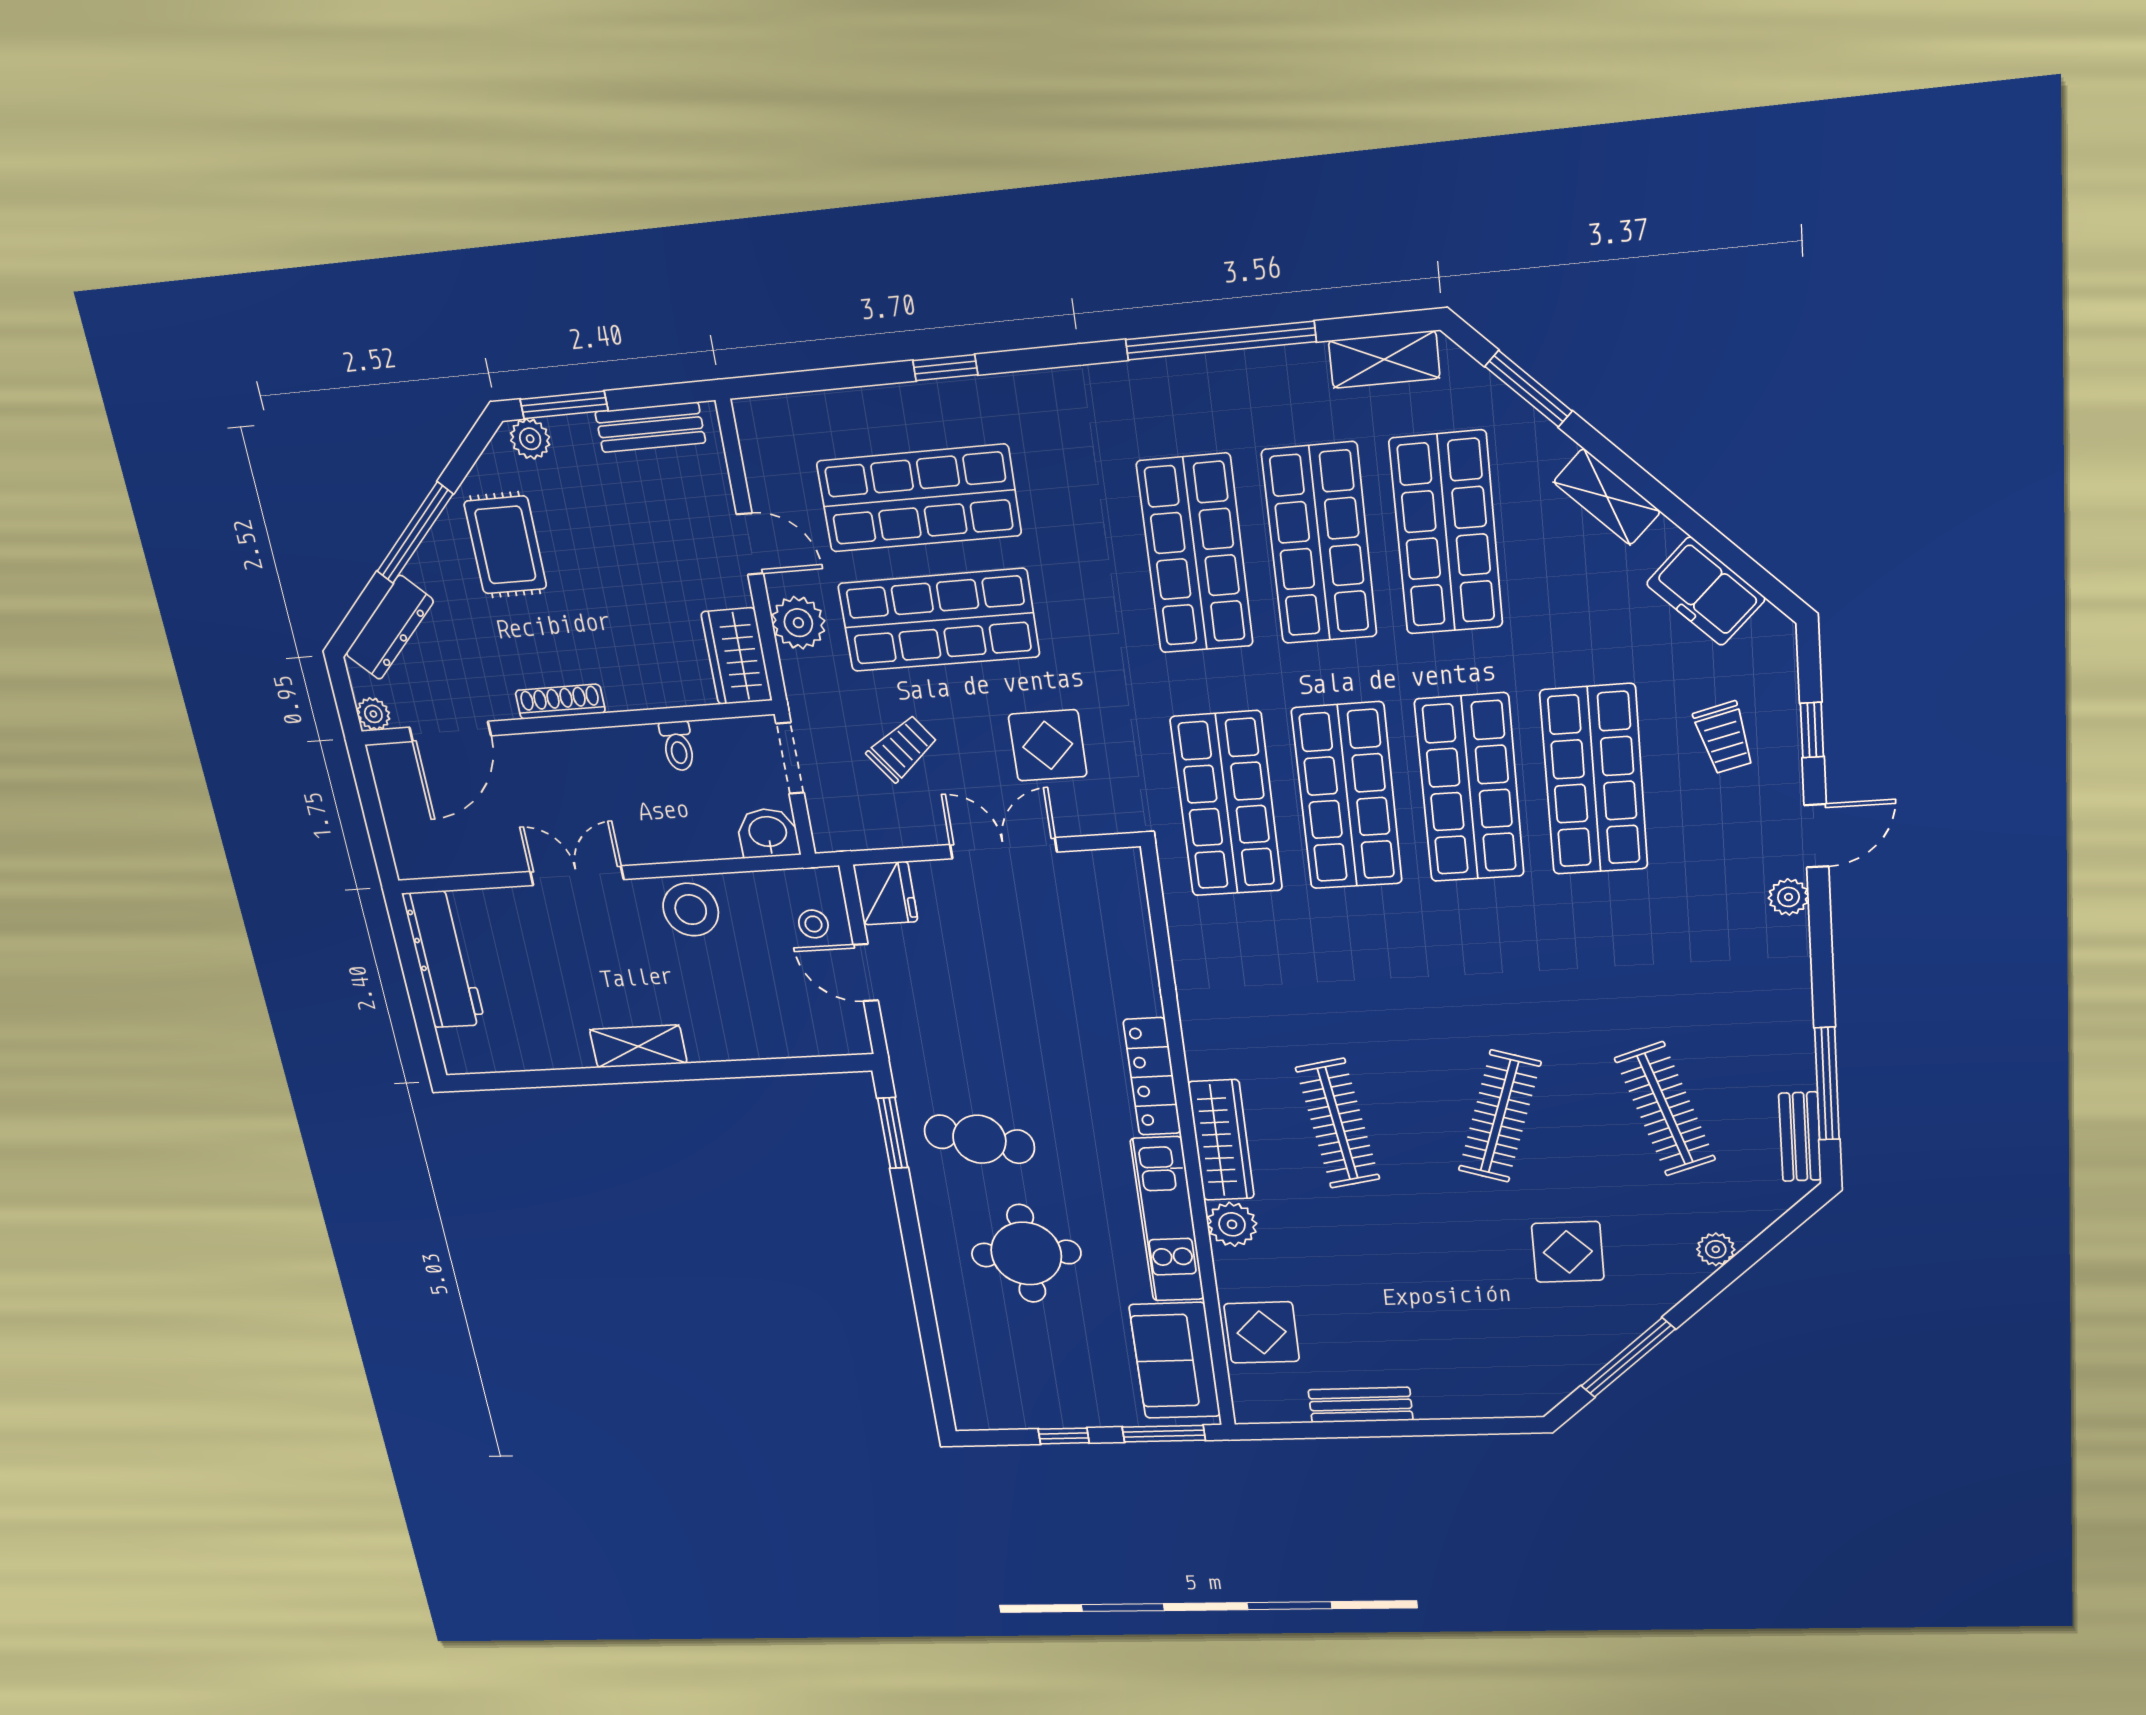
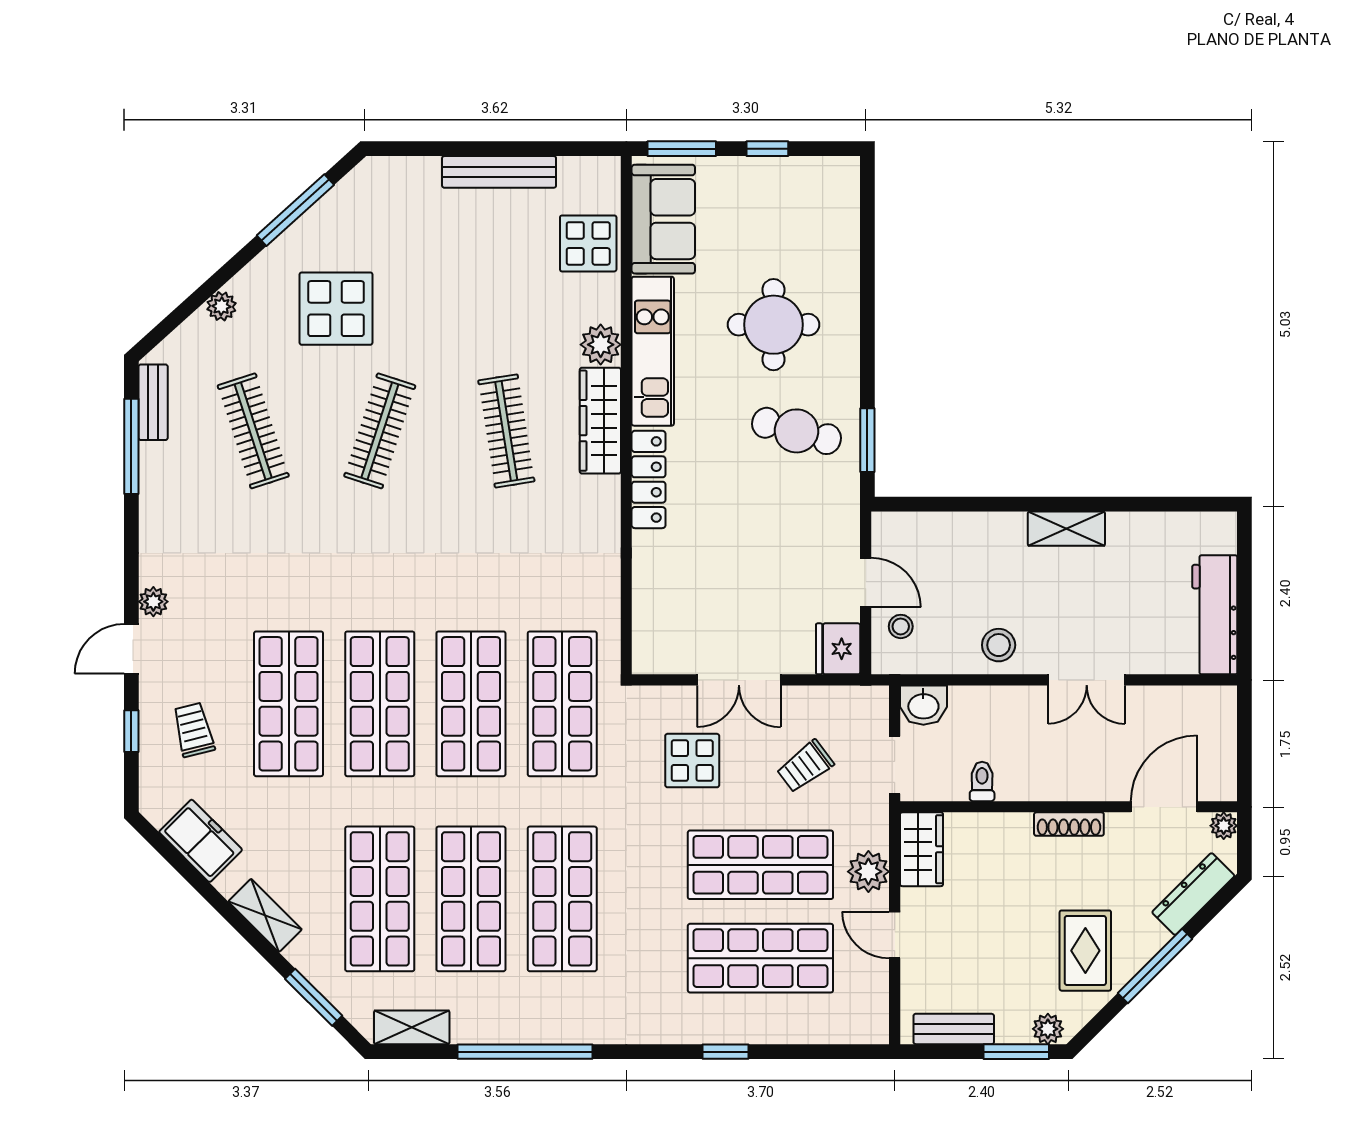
stool: (691, 910) -> (999, 645), width x0.73, depth x0.73
display table: (1568, 1252) -> (336, 309), width x1.36, depth x1.36
bench: (1361, 1405) -> (499, 172), width x1.36

